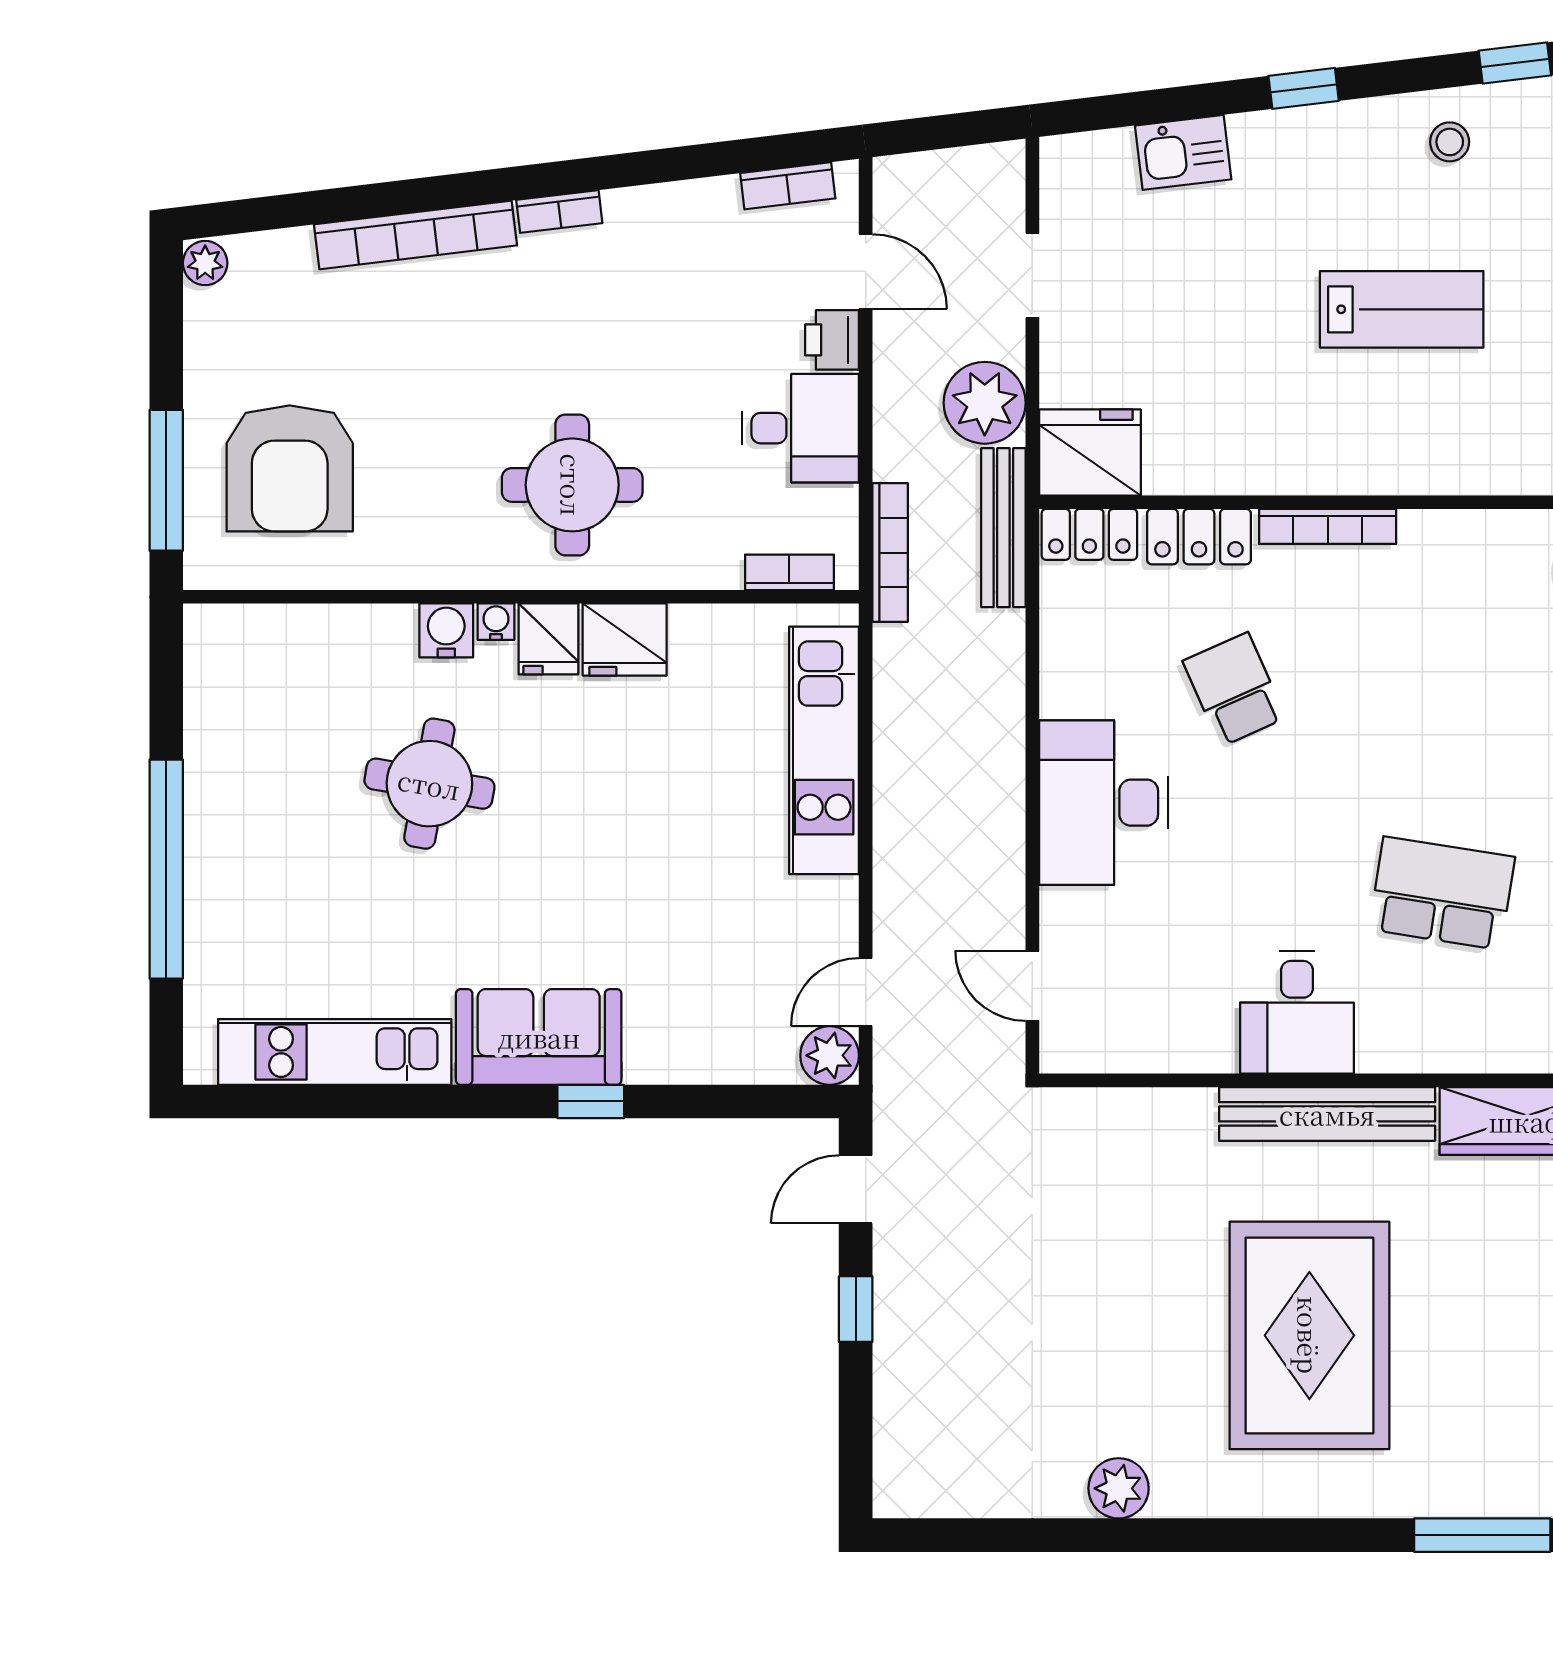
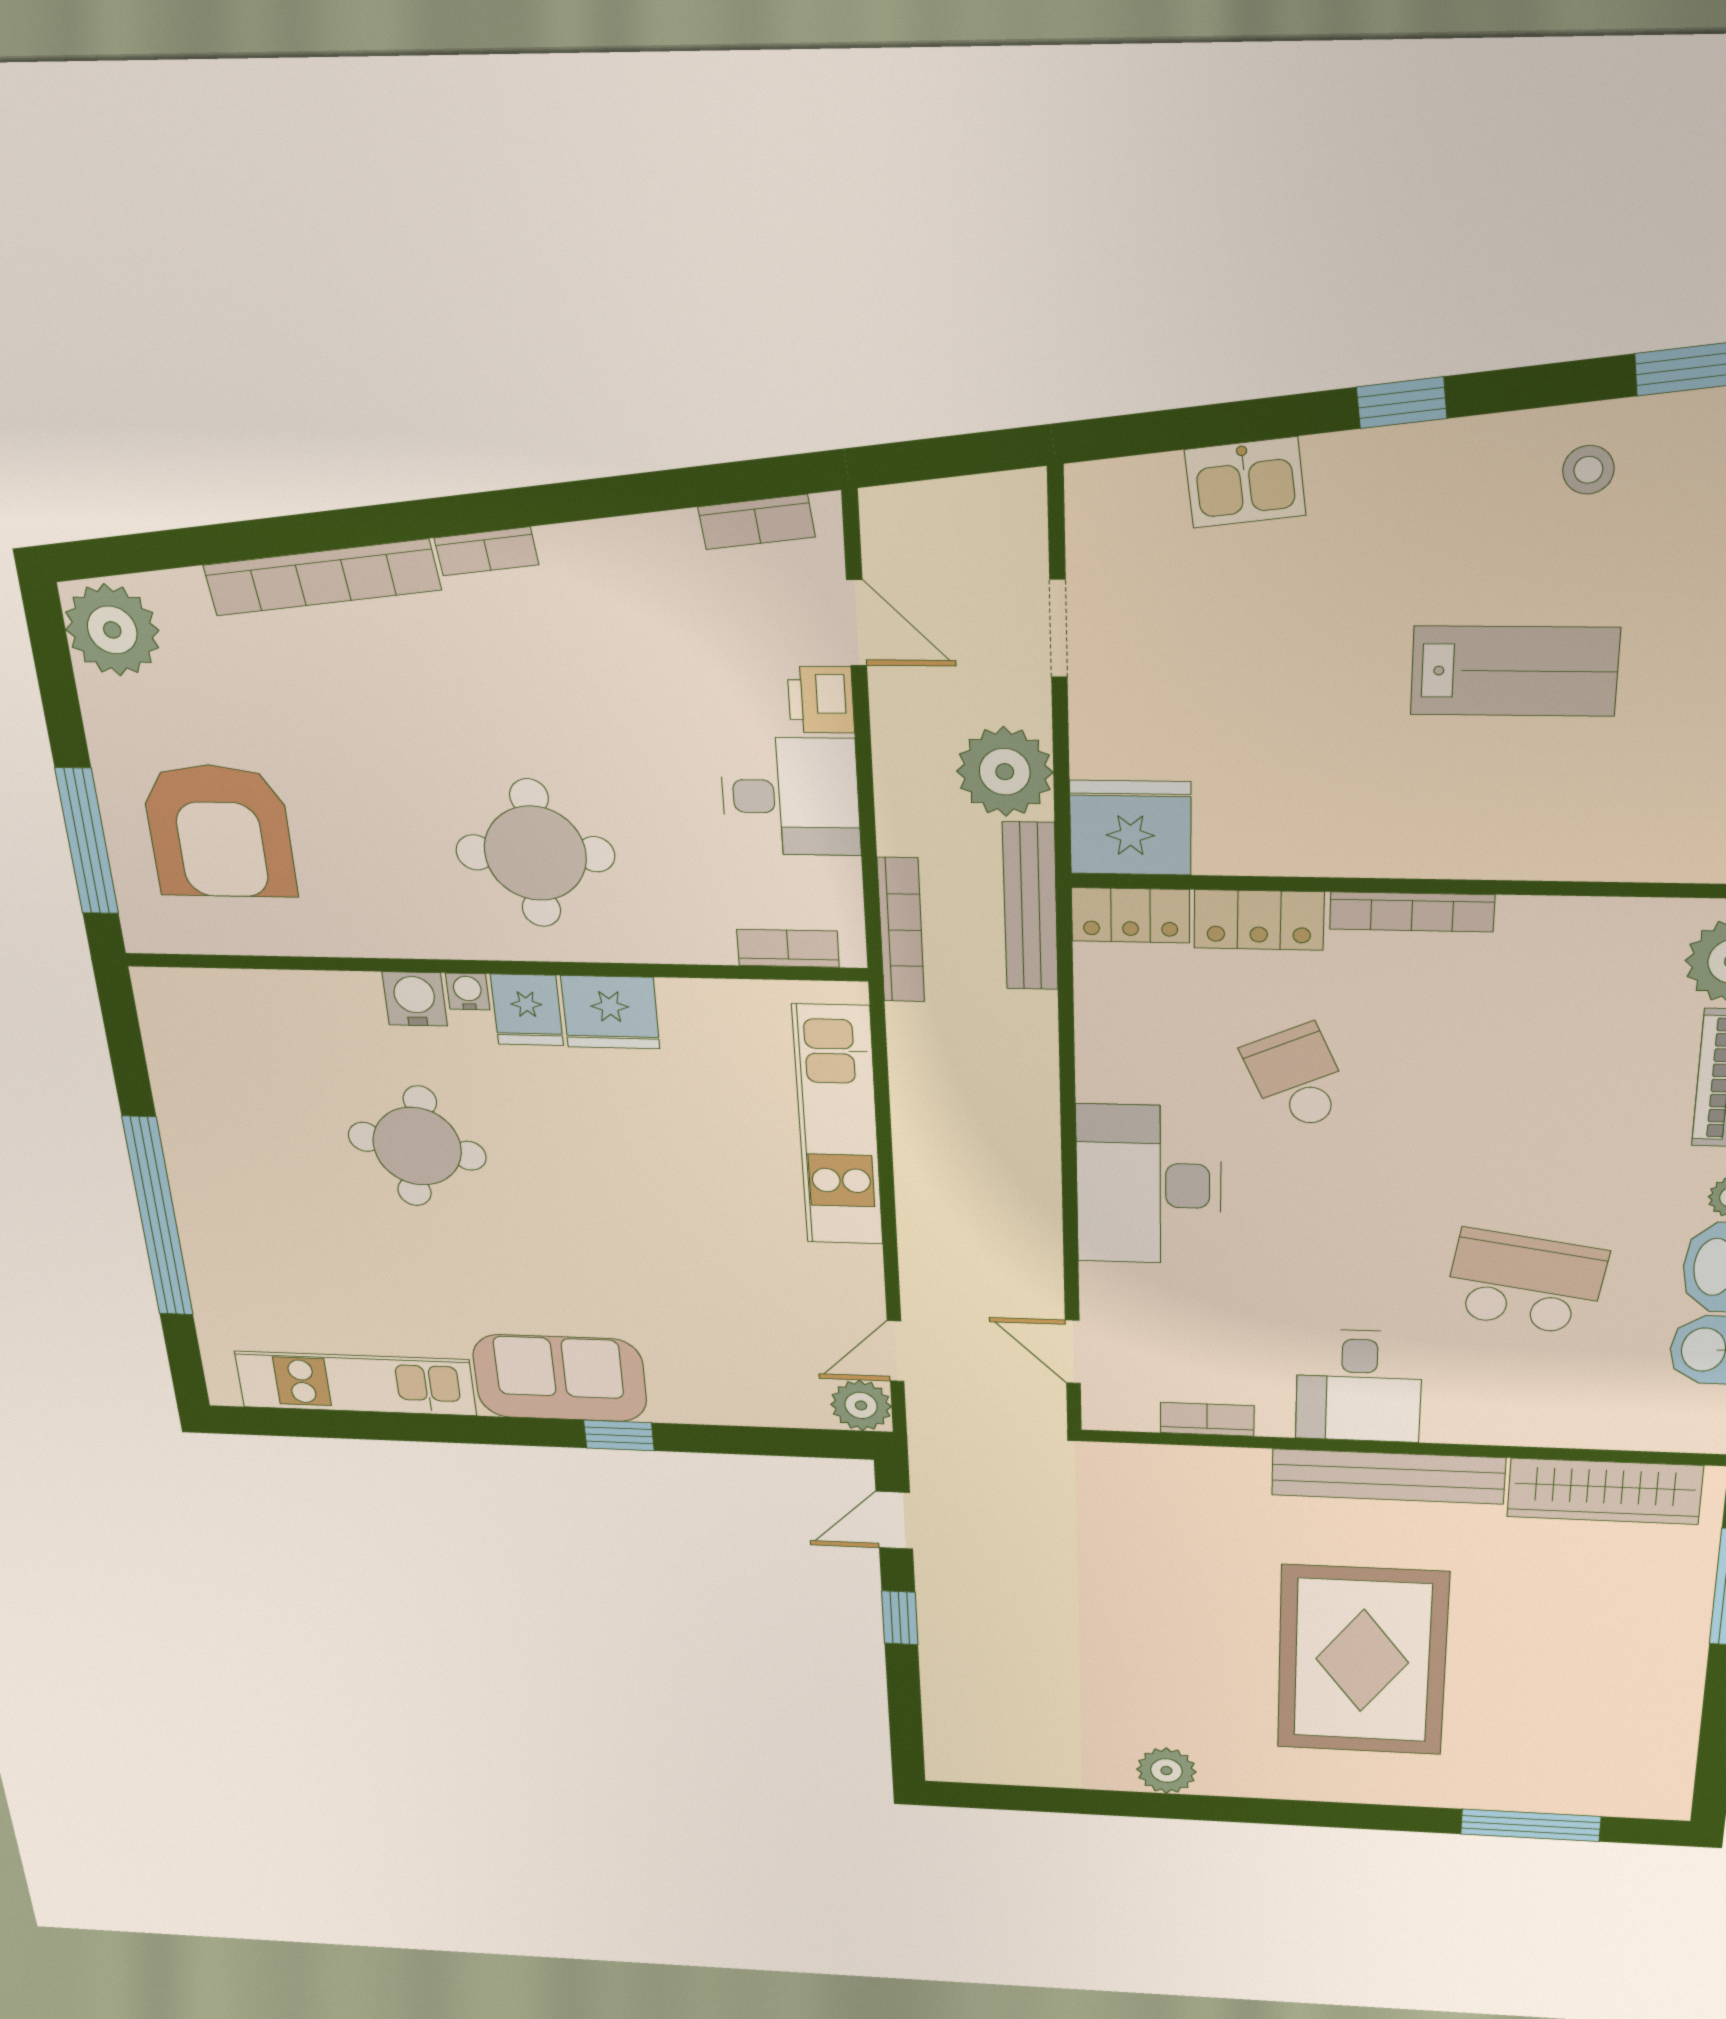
plant: (205, 263) -> (112, 630), width x1.88, depth x1.88
bookcase: (1157, 1056) -> (1207, 1419), added

